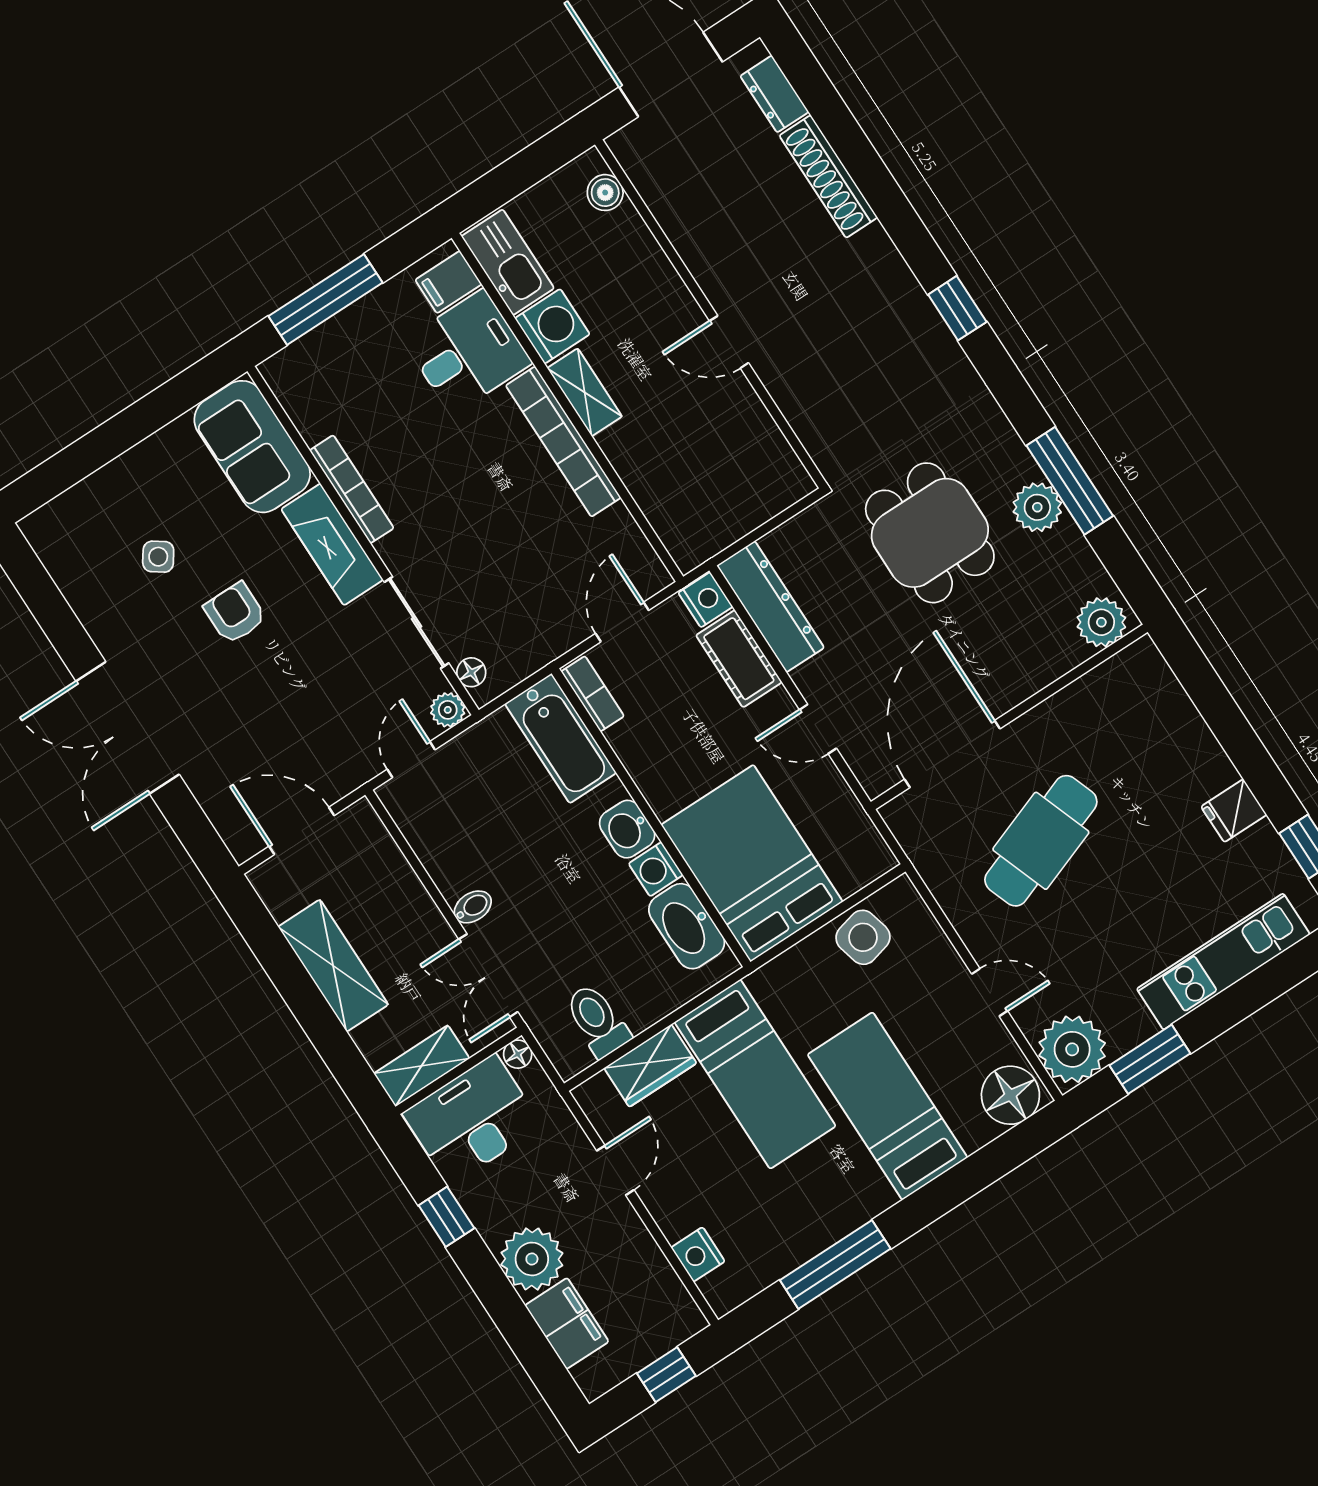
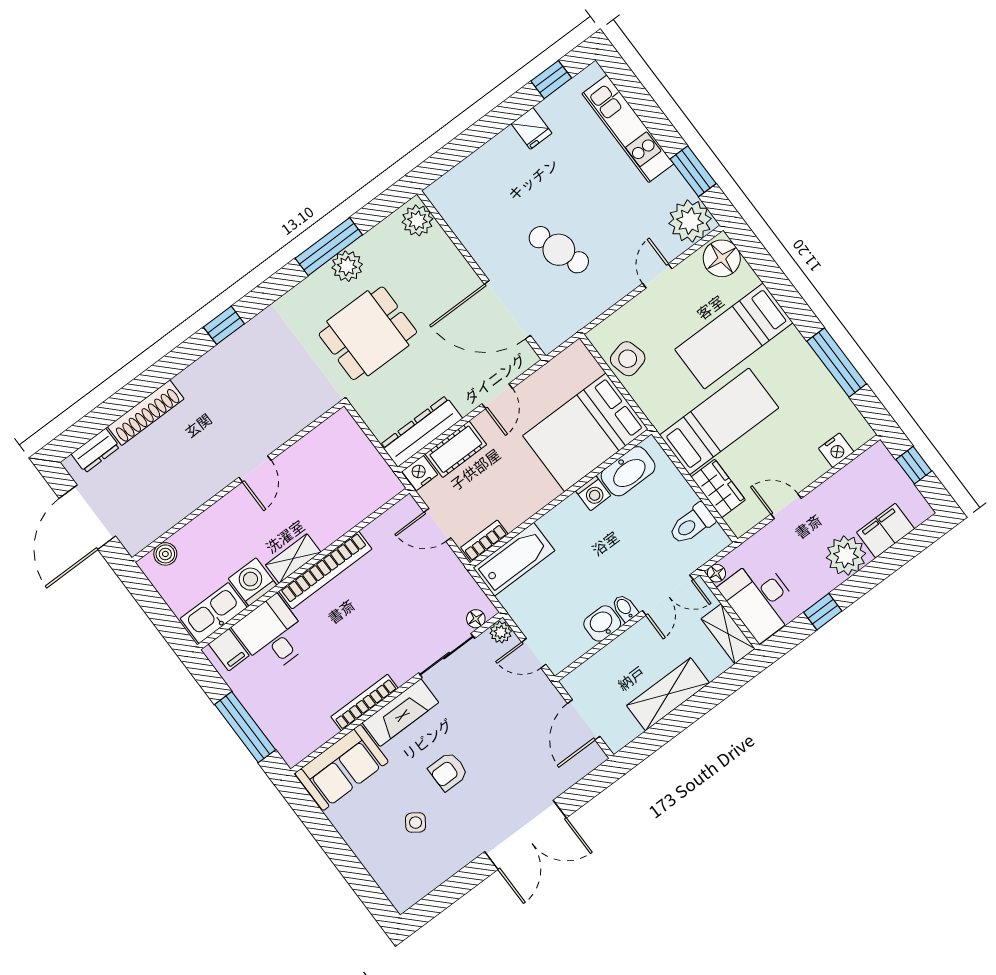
washbasin: (627, 829) -> (602, 623), moved, turned 180
cafe table: (1041, 841) -> (559, 250), width x0.73, depth x0.74

